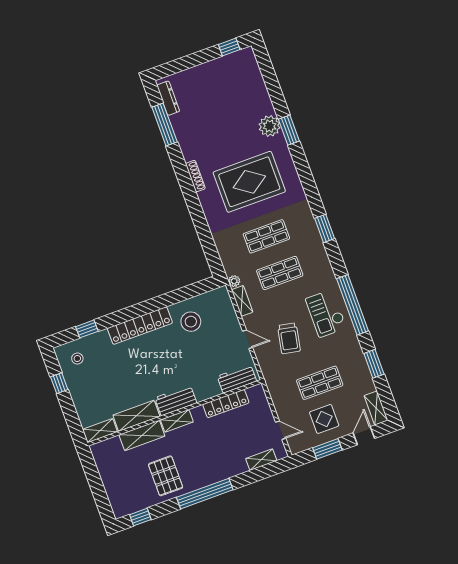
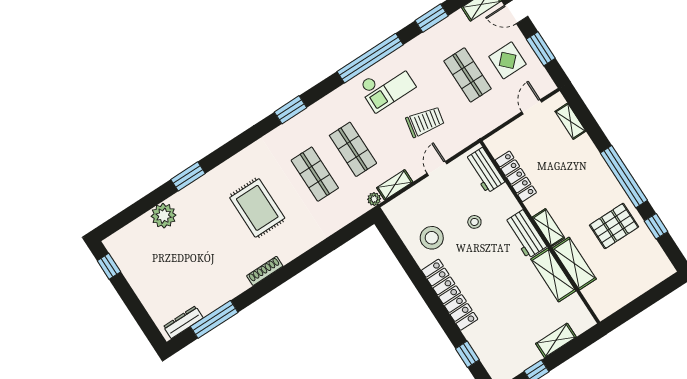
plant: (270, 126) -> (164, 216), moved
rug: (249, 182) -> (257, 208), width x0.73, depth x0.69
stool: (77, 359) -> (474, 222), moved
shelving: (100, 431) -> (556, 340), moved, turned 90
window: (140, 517) -> (656, 226), moved

